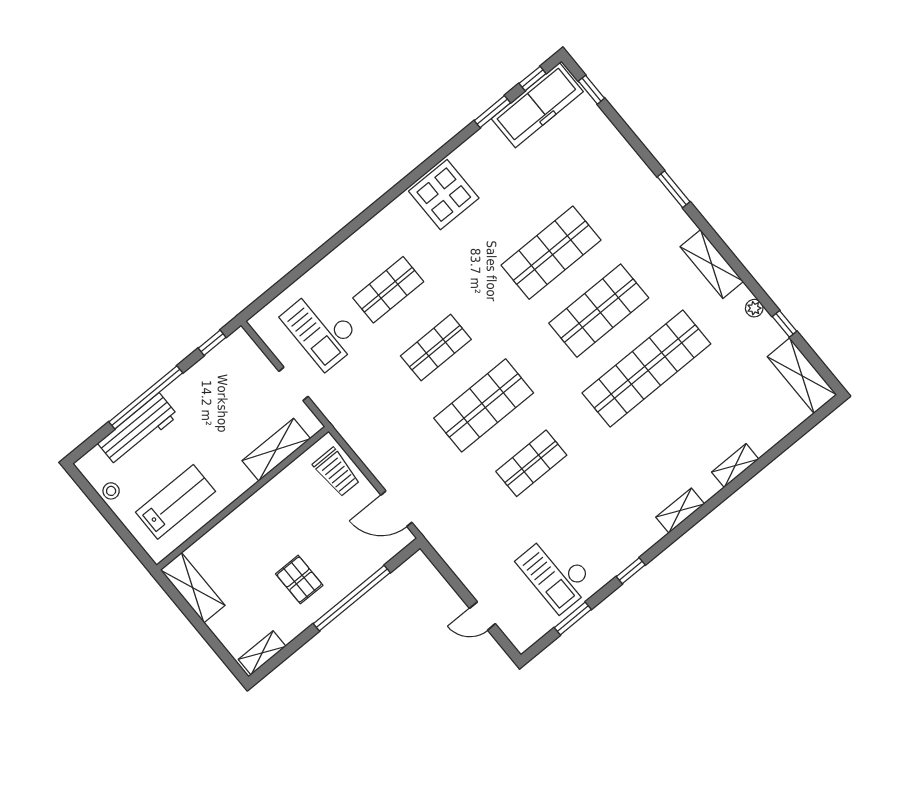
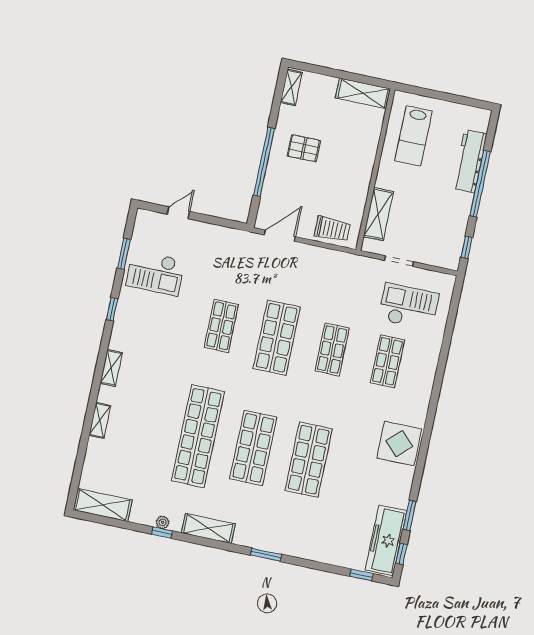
window: (785, 324) -> (162, 533), moved
trolley: (336, 472) -> (332, 229), turned 180
stool: (111, 491) -> (457, 112), removed
checkout: (556, 573) -> (155, 273), turned 180

